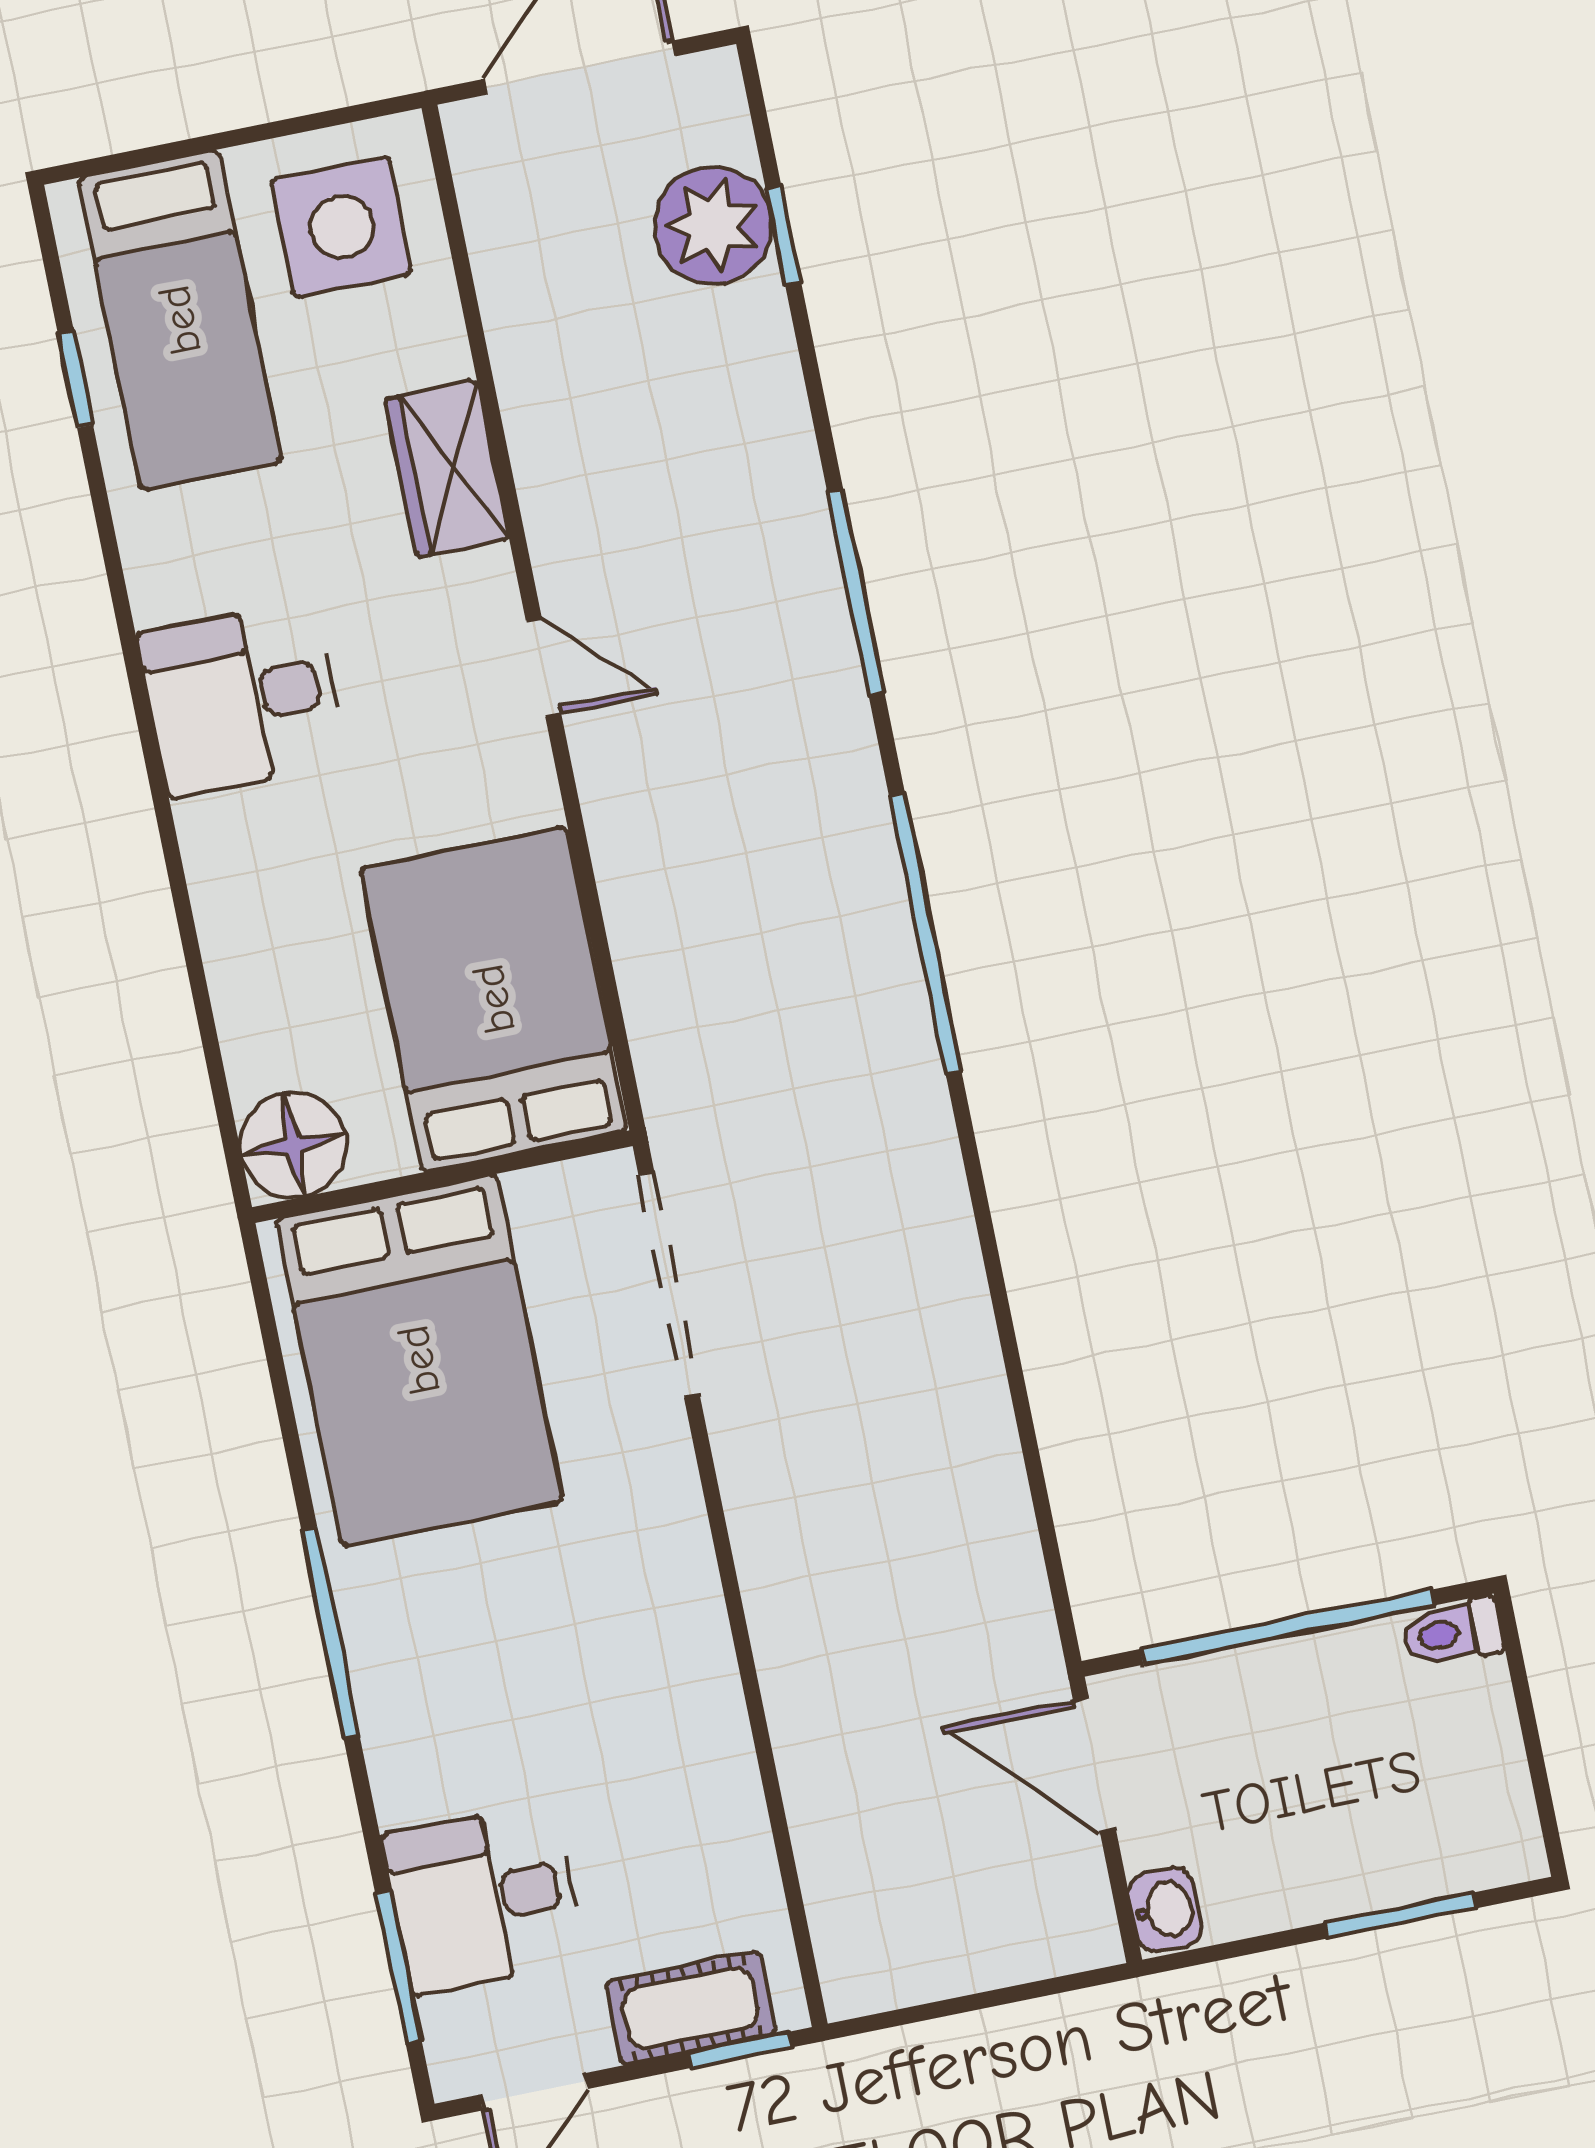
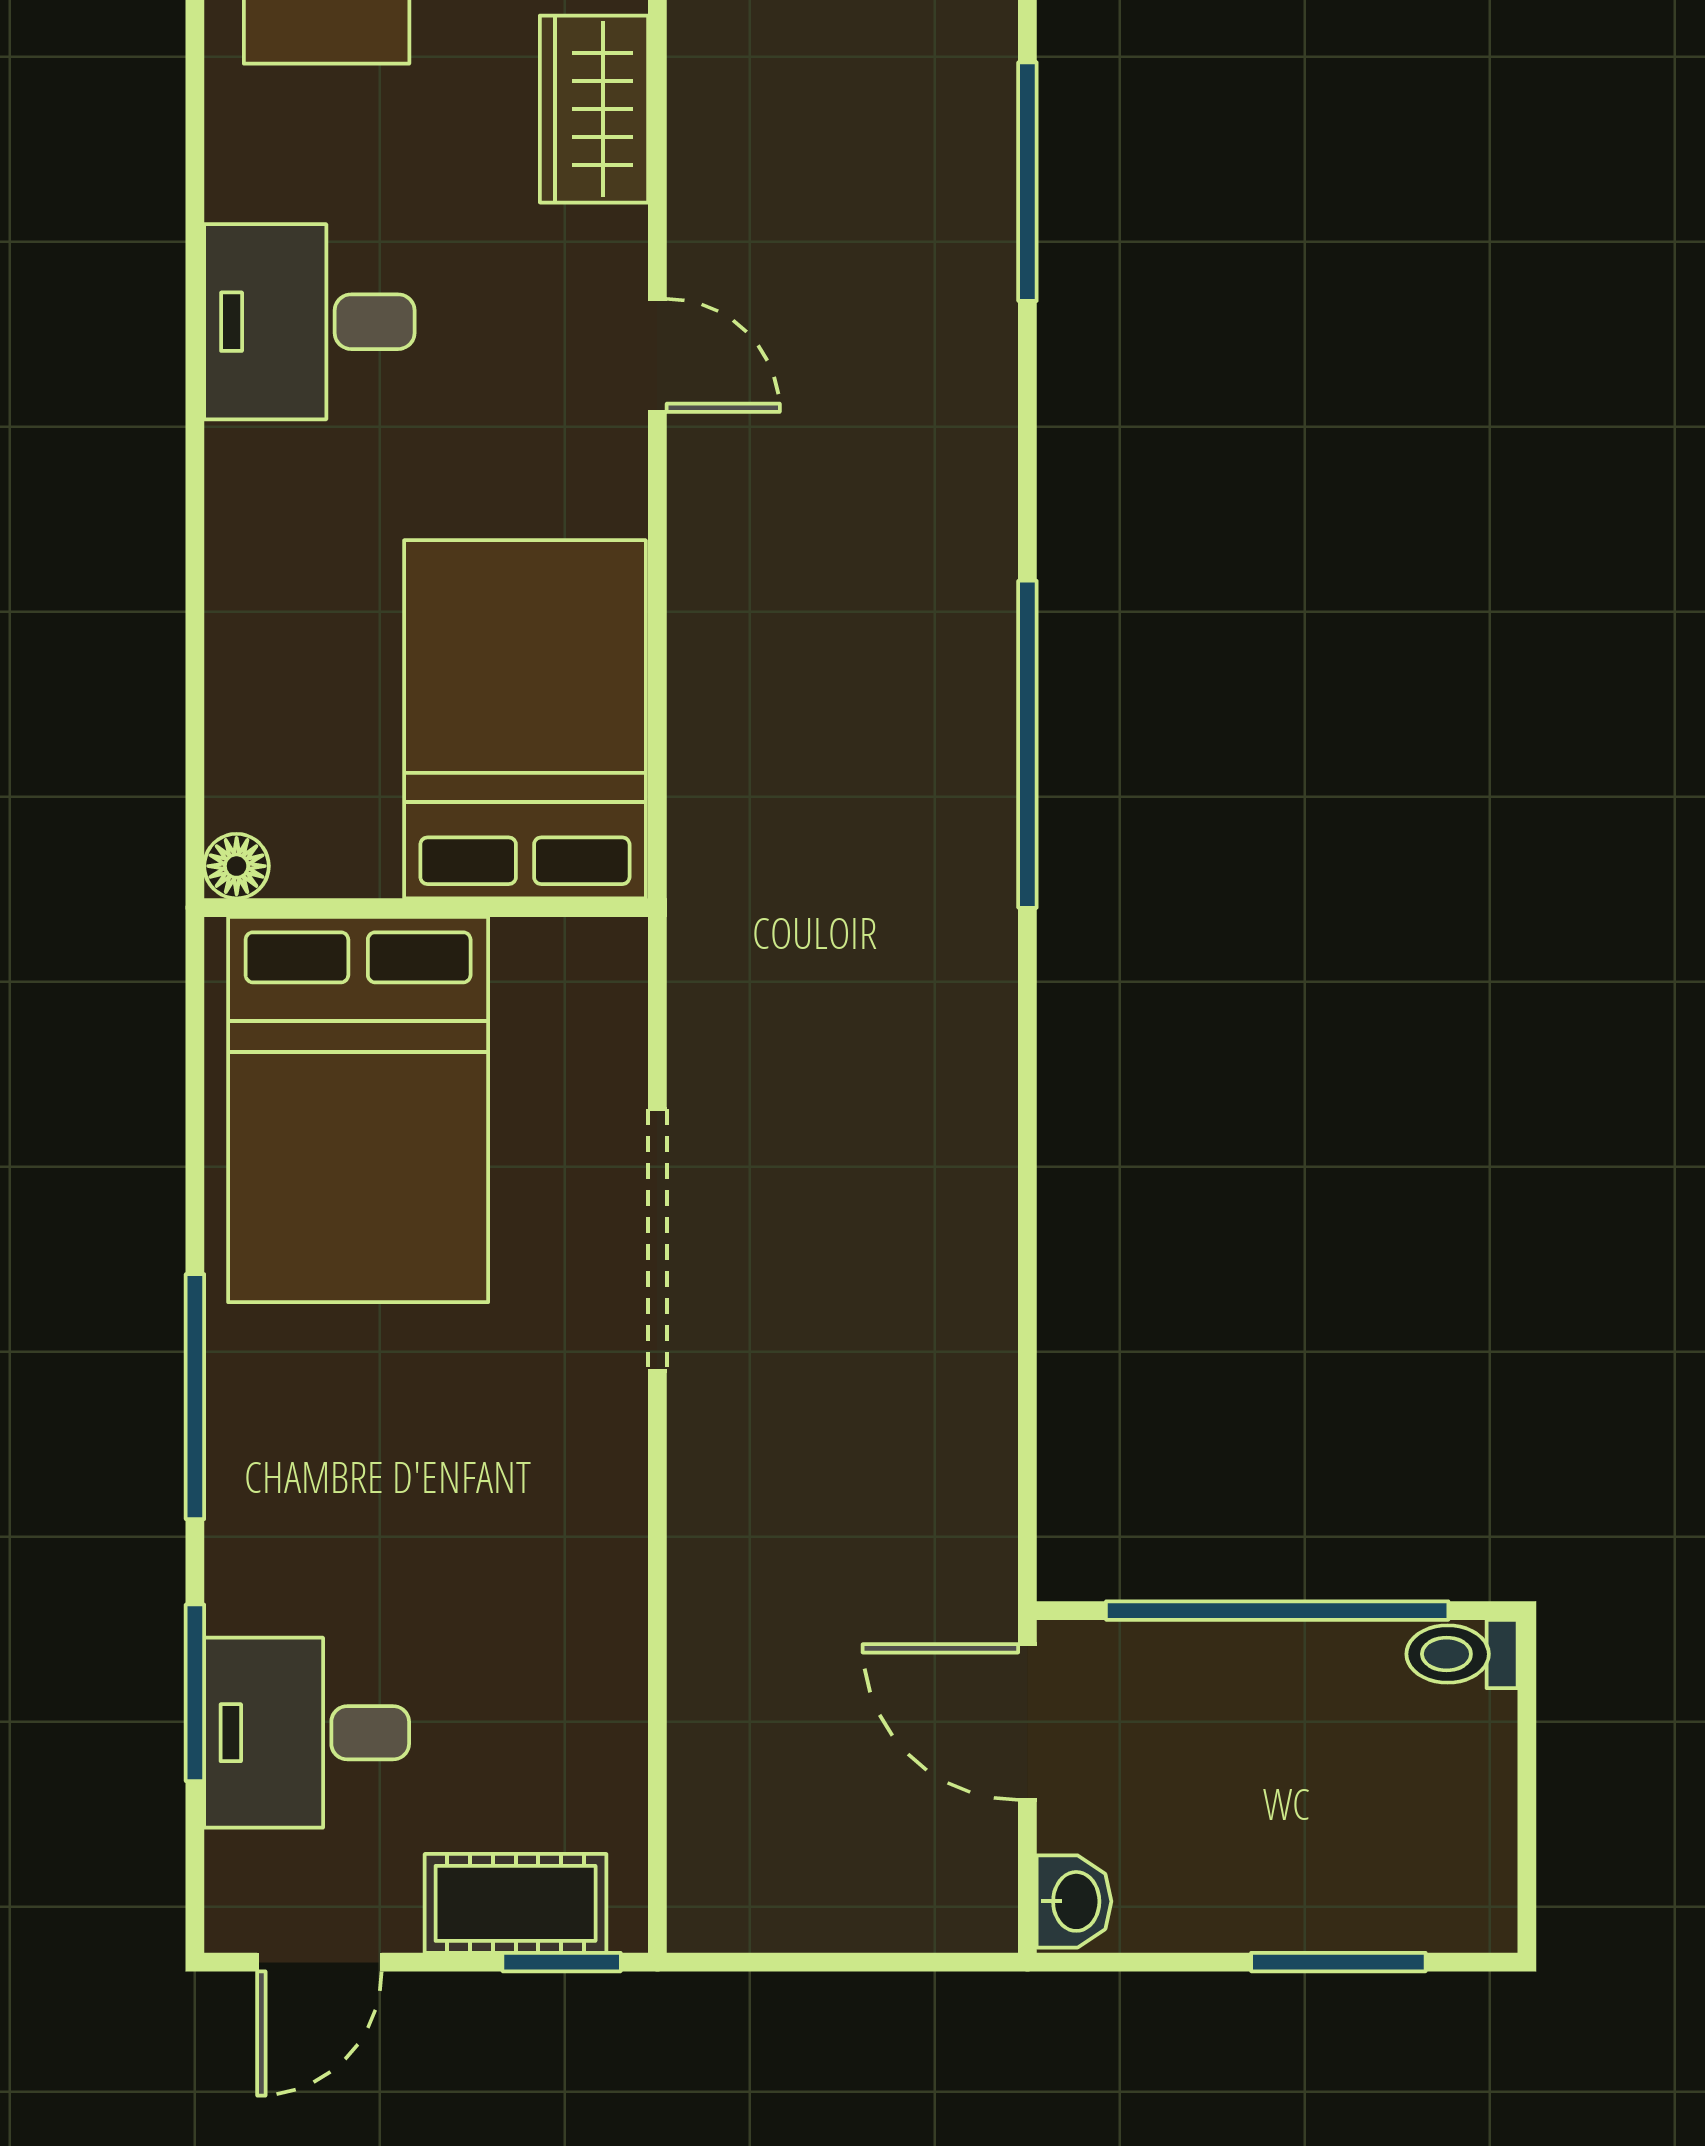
window: (856, 592) -> (1027, 182), moved
floor lamp: (293, 1145) -> (237, 866), width x0.53, depth x0.53
doorway: (669, 1285) -> (657, 1240), moved
window: (398, 1967) -> (195, 1693), moved

